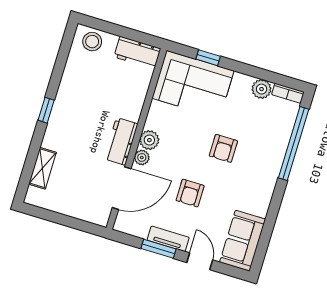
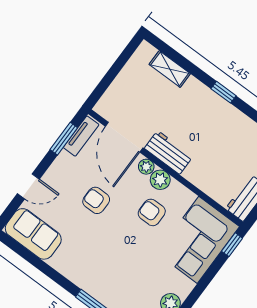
window: (208, 58) -> (232, 245), moved
armchair: (223, 148) -> (152, 212), moved
tv unit: (168, 239) -> (81, 136), moved
window: (158, 249) -> (64, 139), moved

